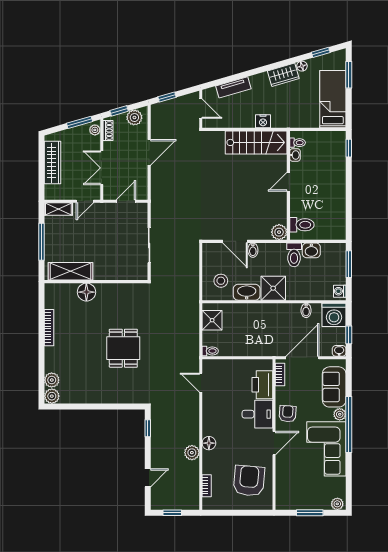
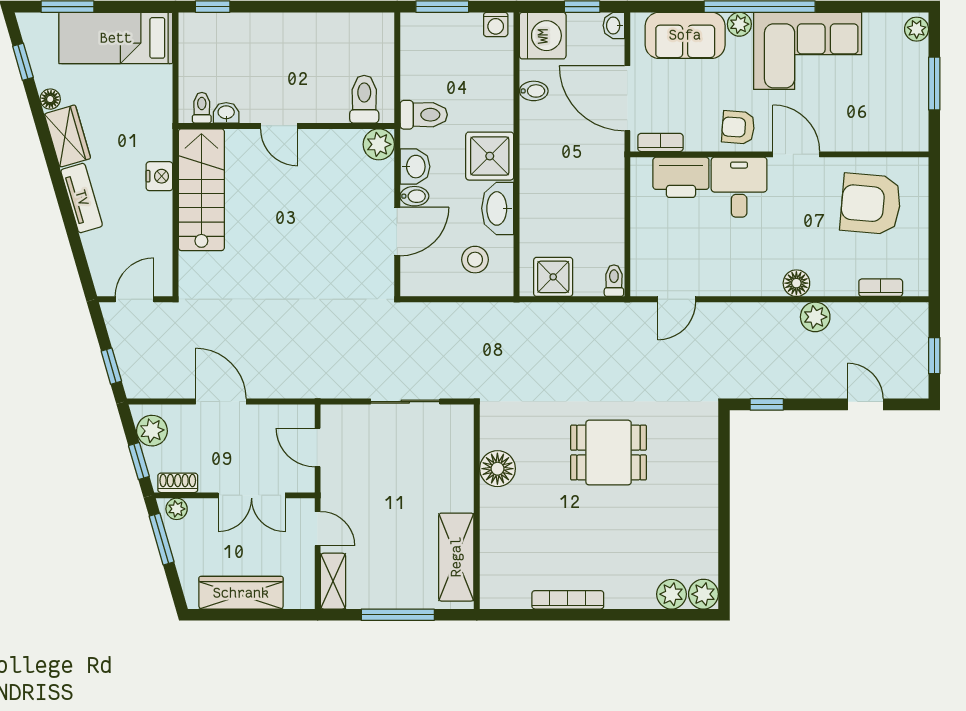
tv unit: (233, 87) -> (82, 198), moved
washbasin: (311, 250) -> (415, 167), moved
floor lamp: (86, 292) -> (497, 469), moved

